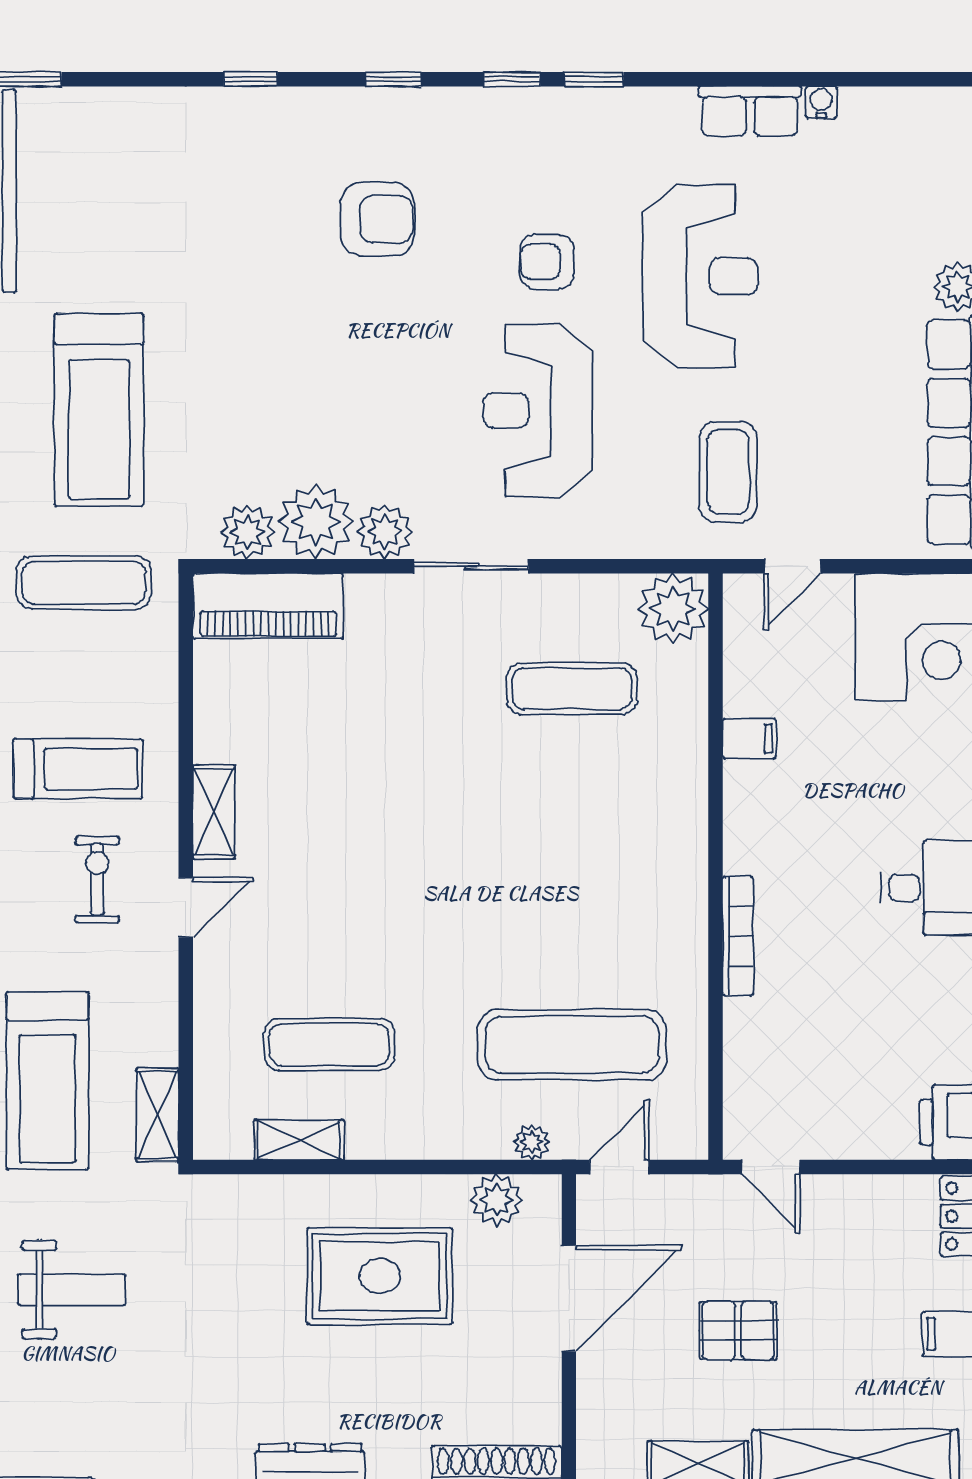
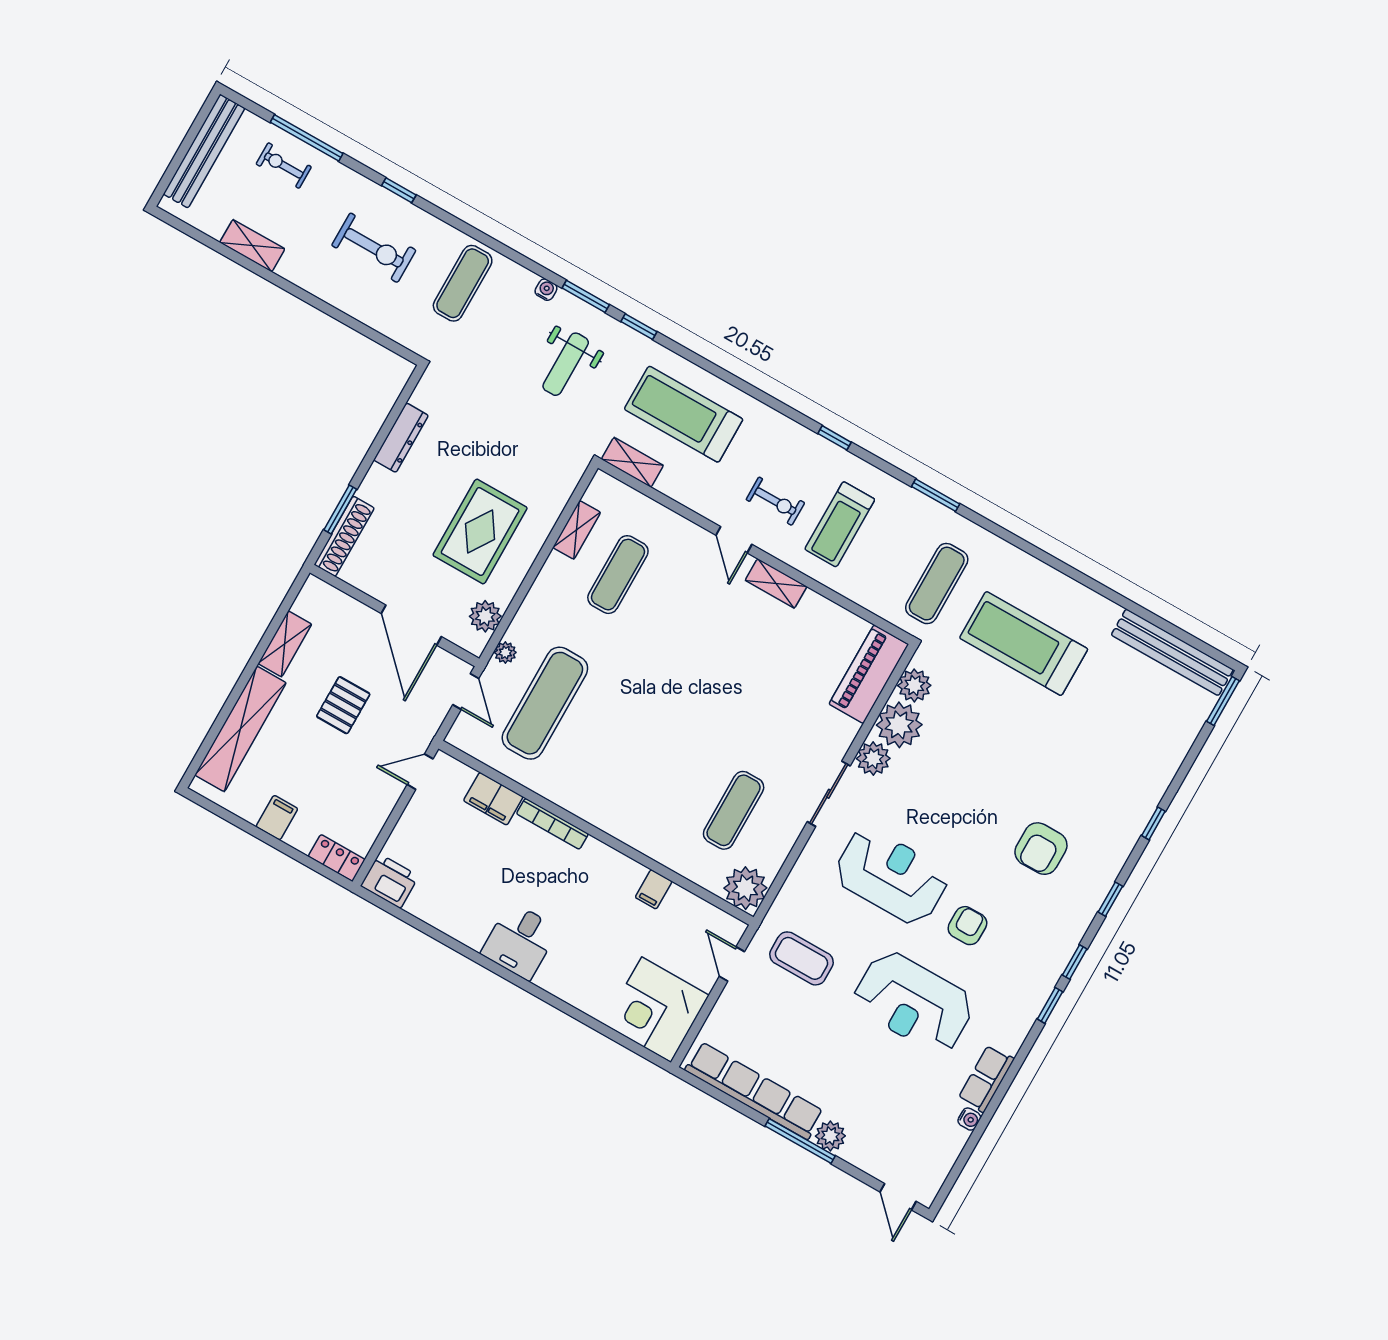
filing cabinet: (750, 1041) -> (493, 799), added

